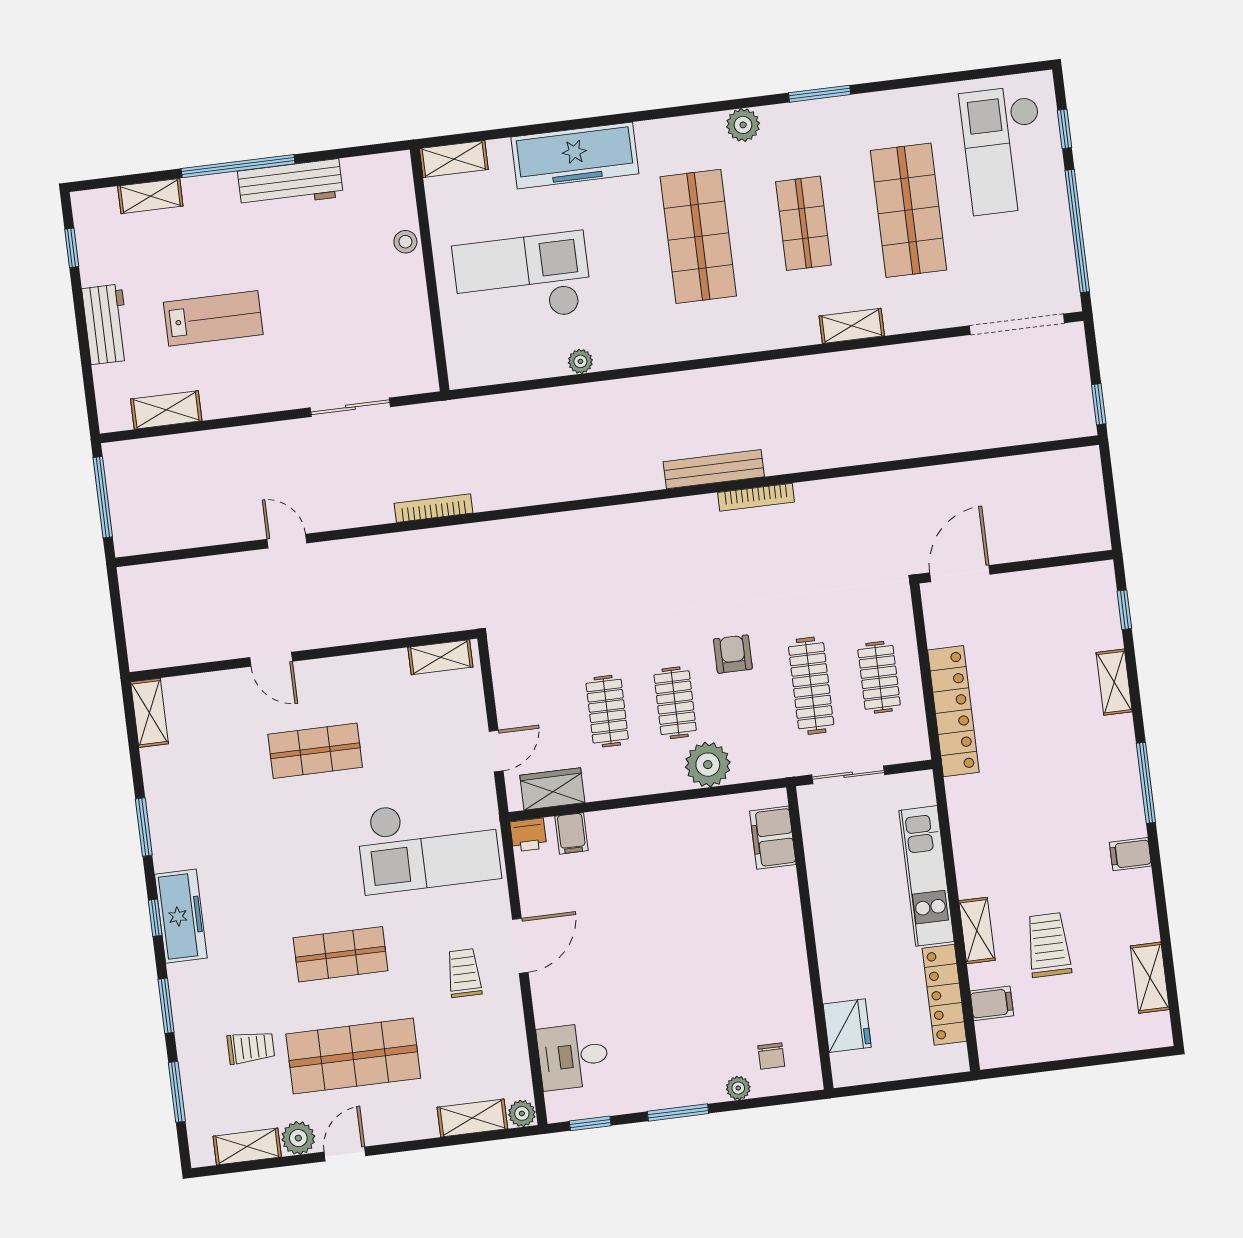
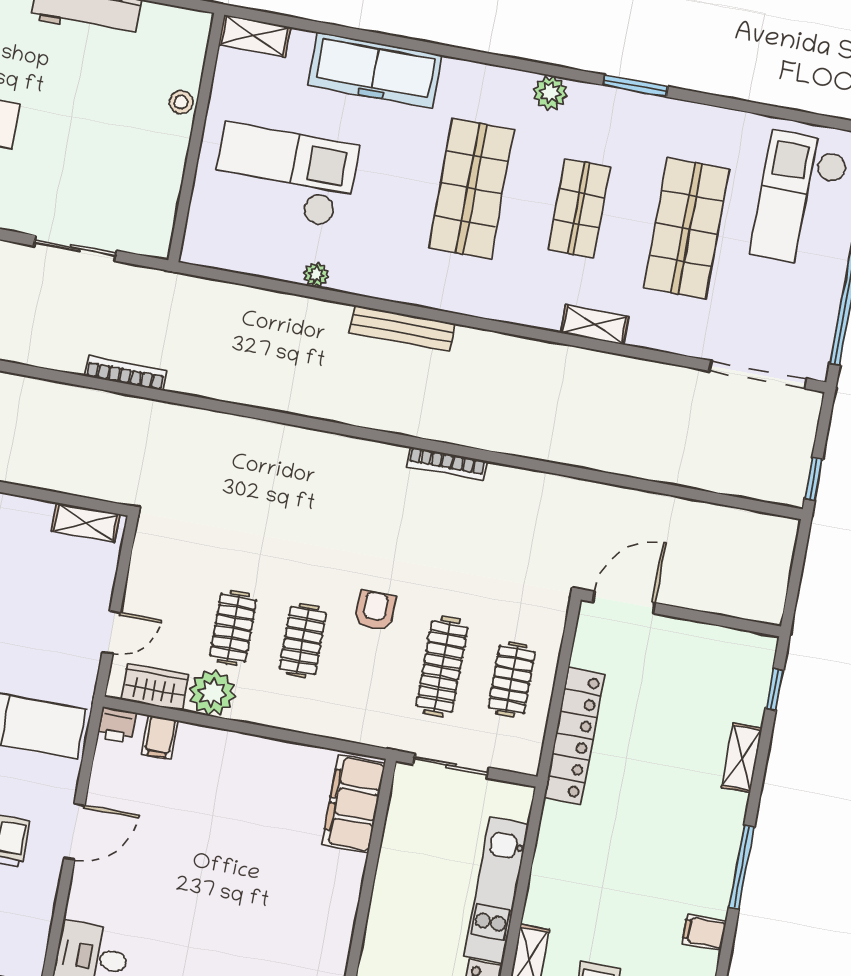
bench: (714, 469) -> (402, 328), moved
plant: (708, 765) -> (212, 693), moved
filing cabinet: (773, 838) -> (353, 804), width x1.50, depth x1.17

